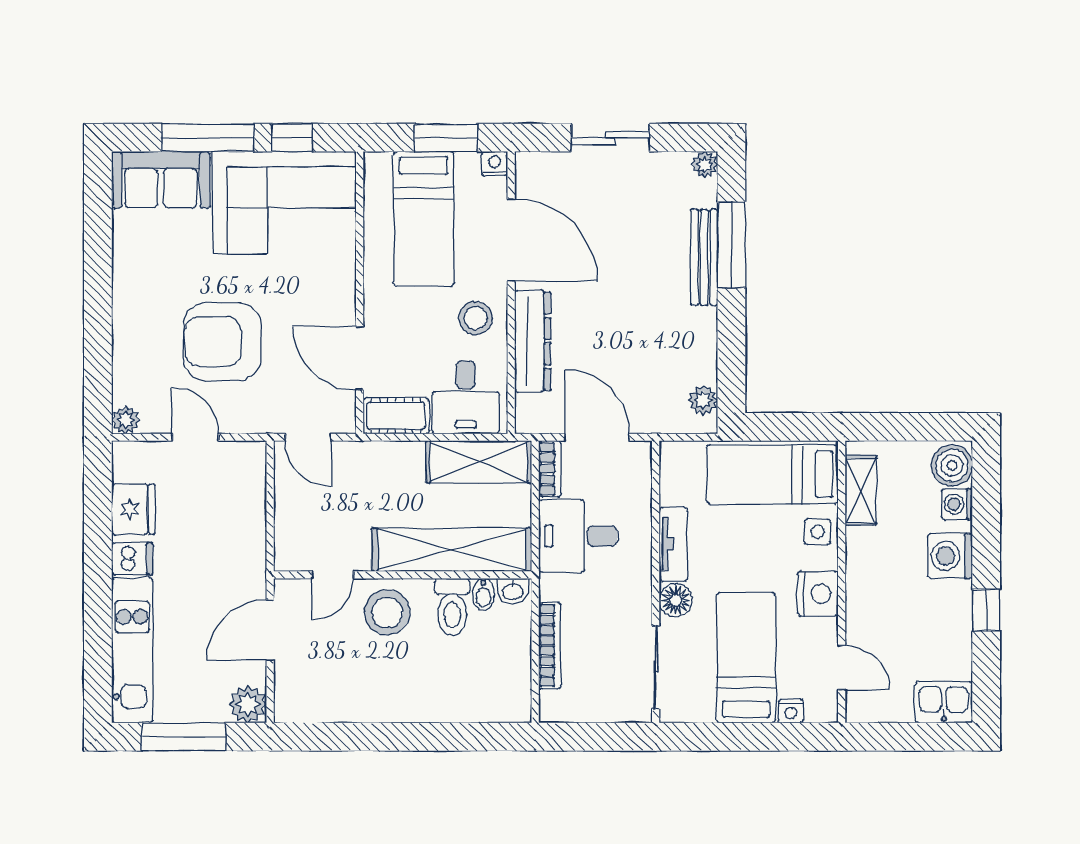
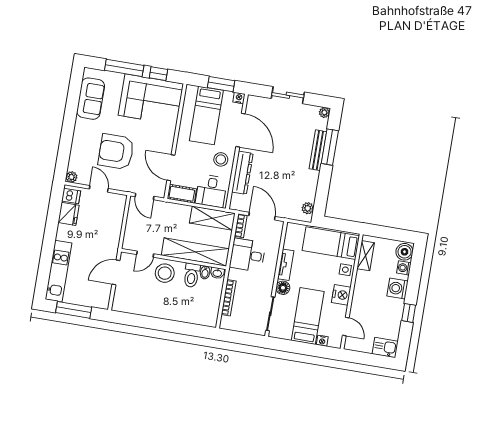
sofa: (161, 180) -> (91, 99), moved, turned -90
dishwasher: (132, 559) -> (71, 196), moved
plant: (248, 704) -> (102, 301), removed

